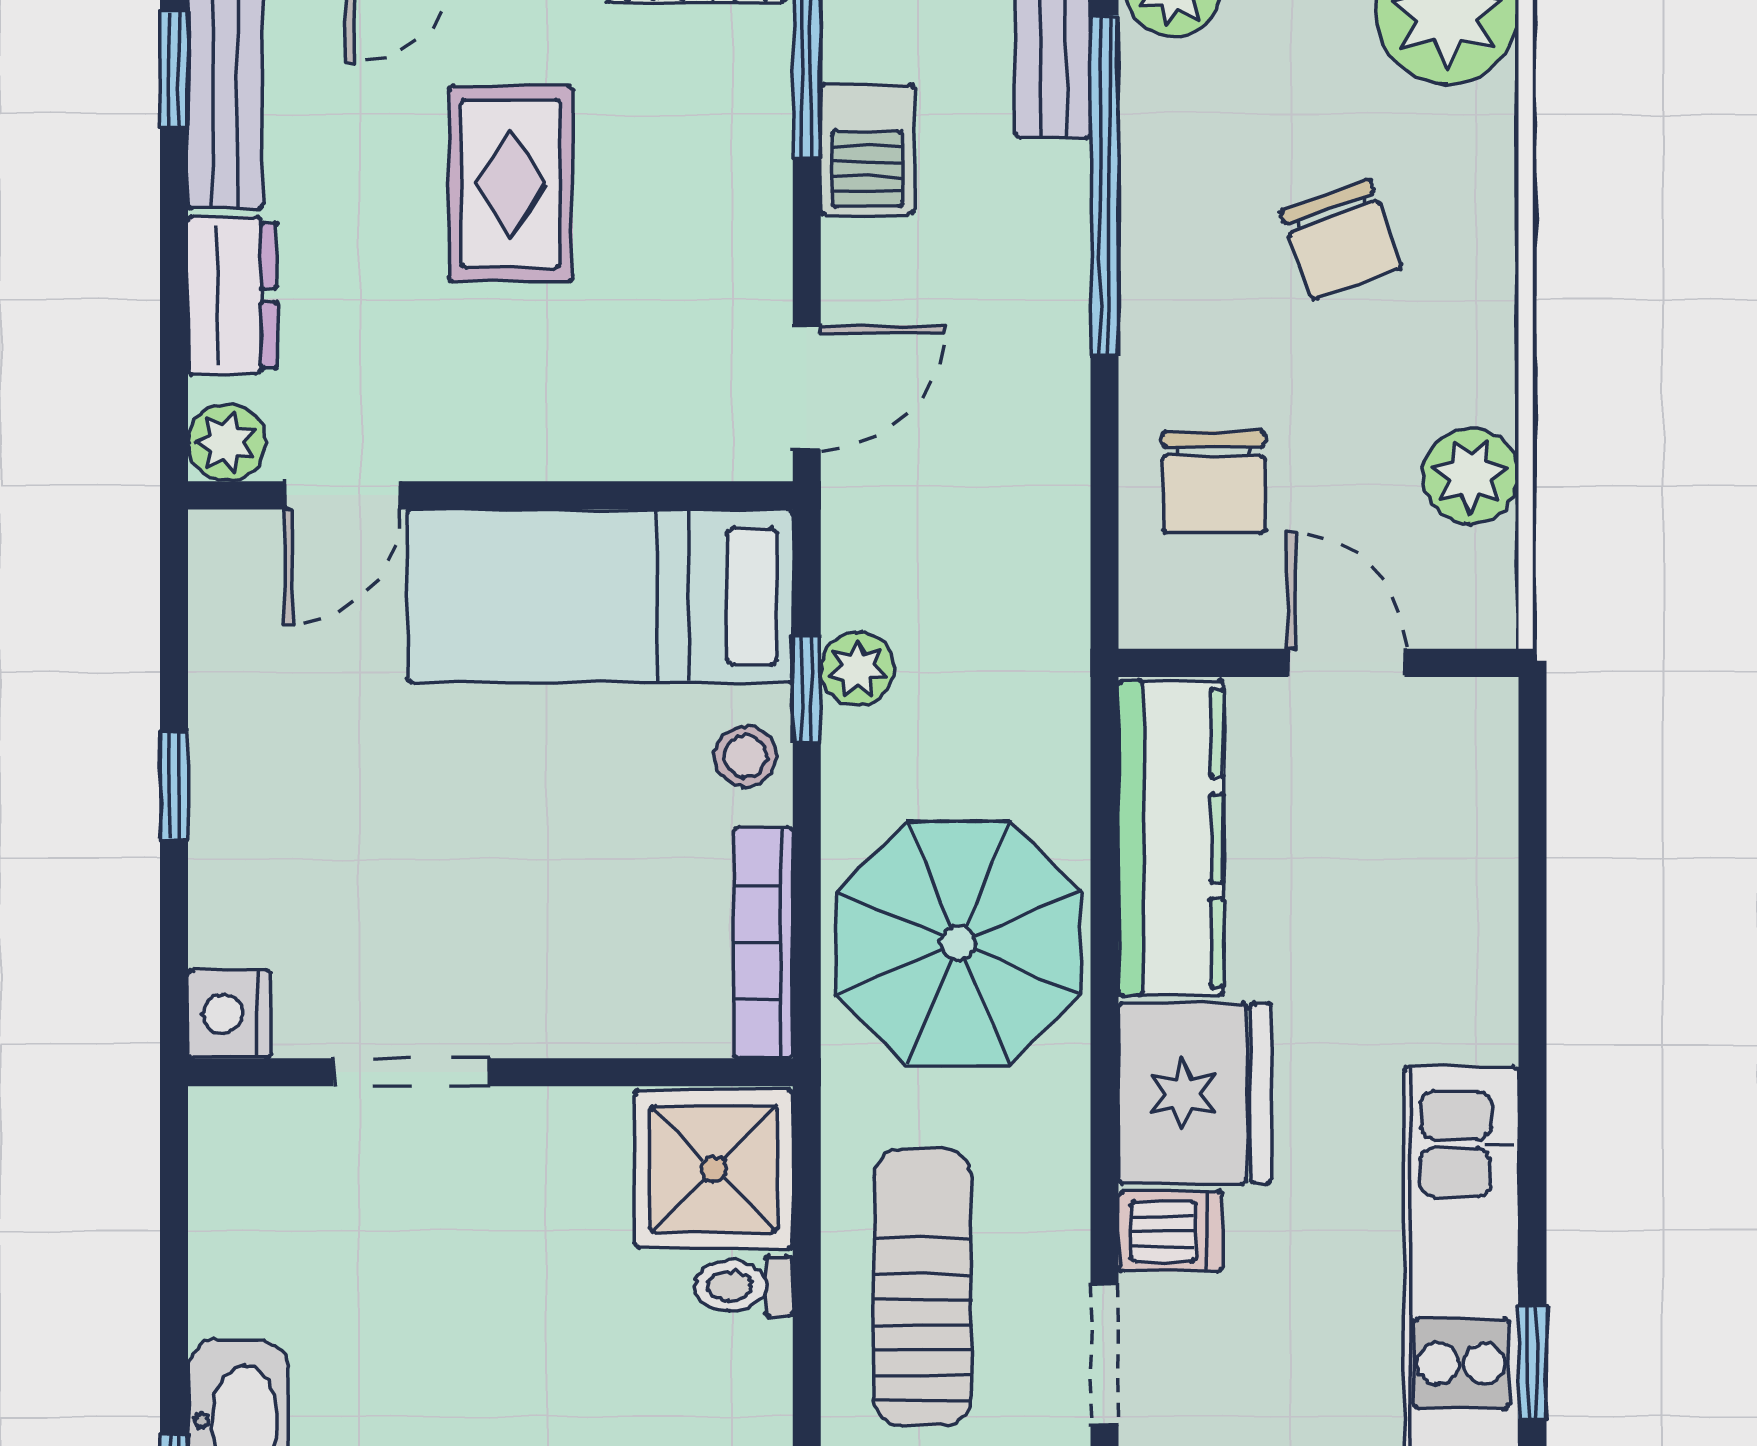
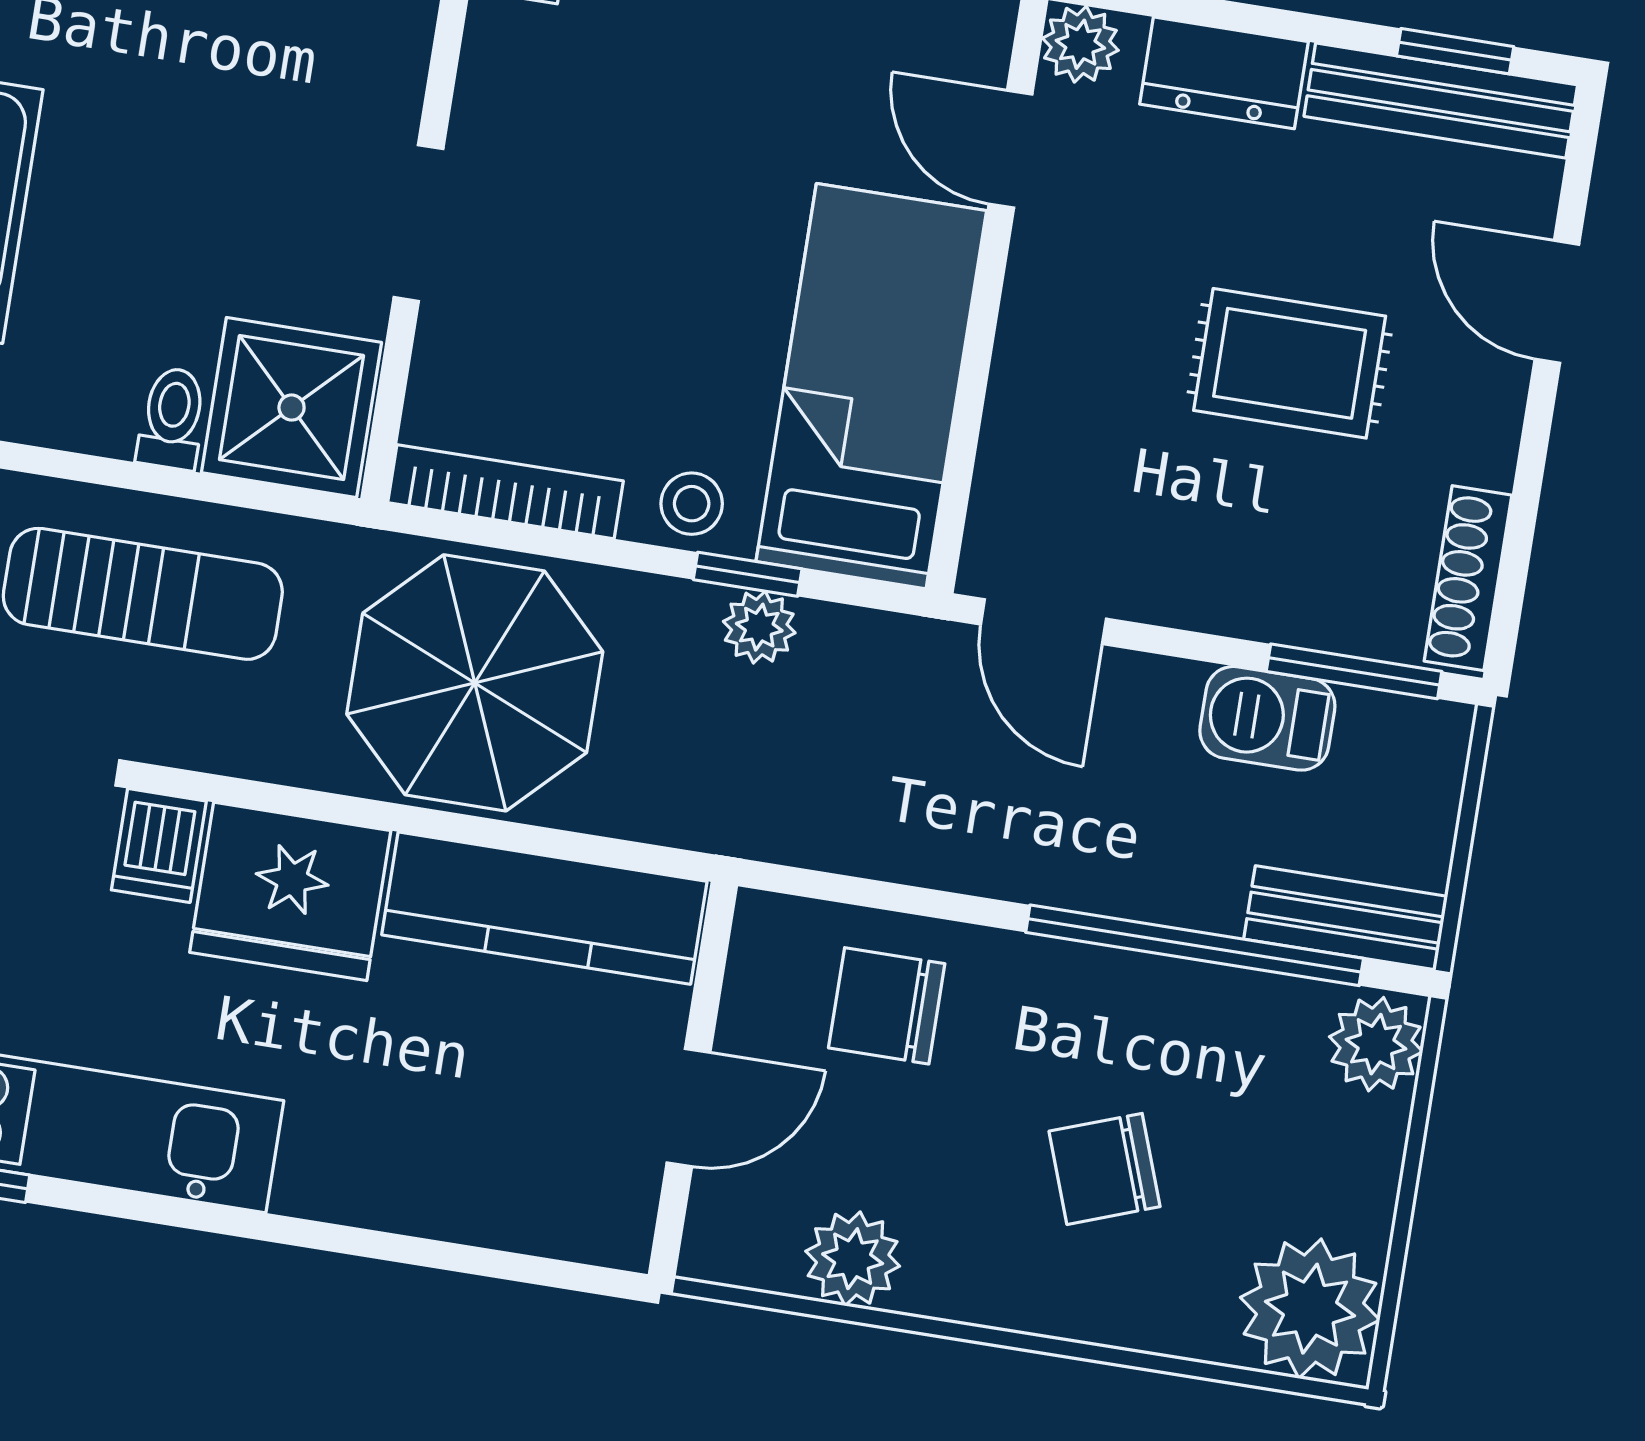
doorway: (411, 1072) -> (418, 223), moved

